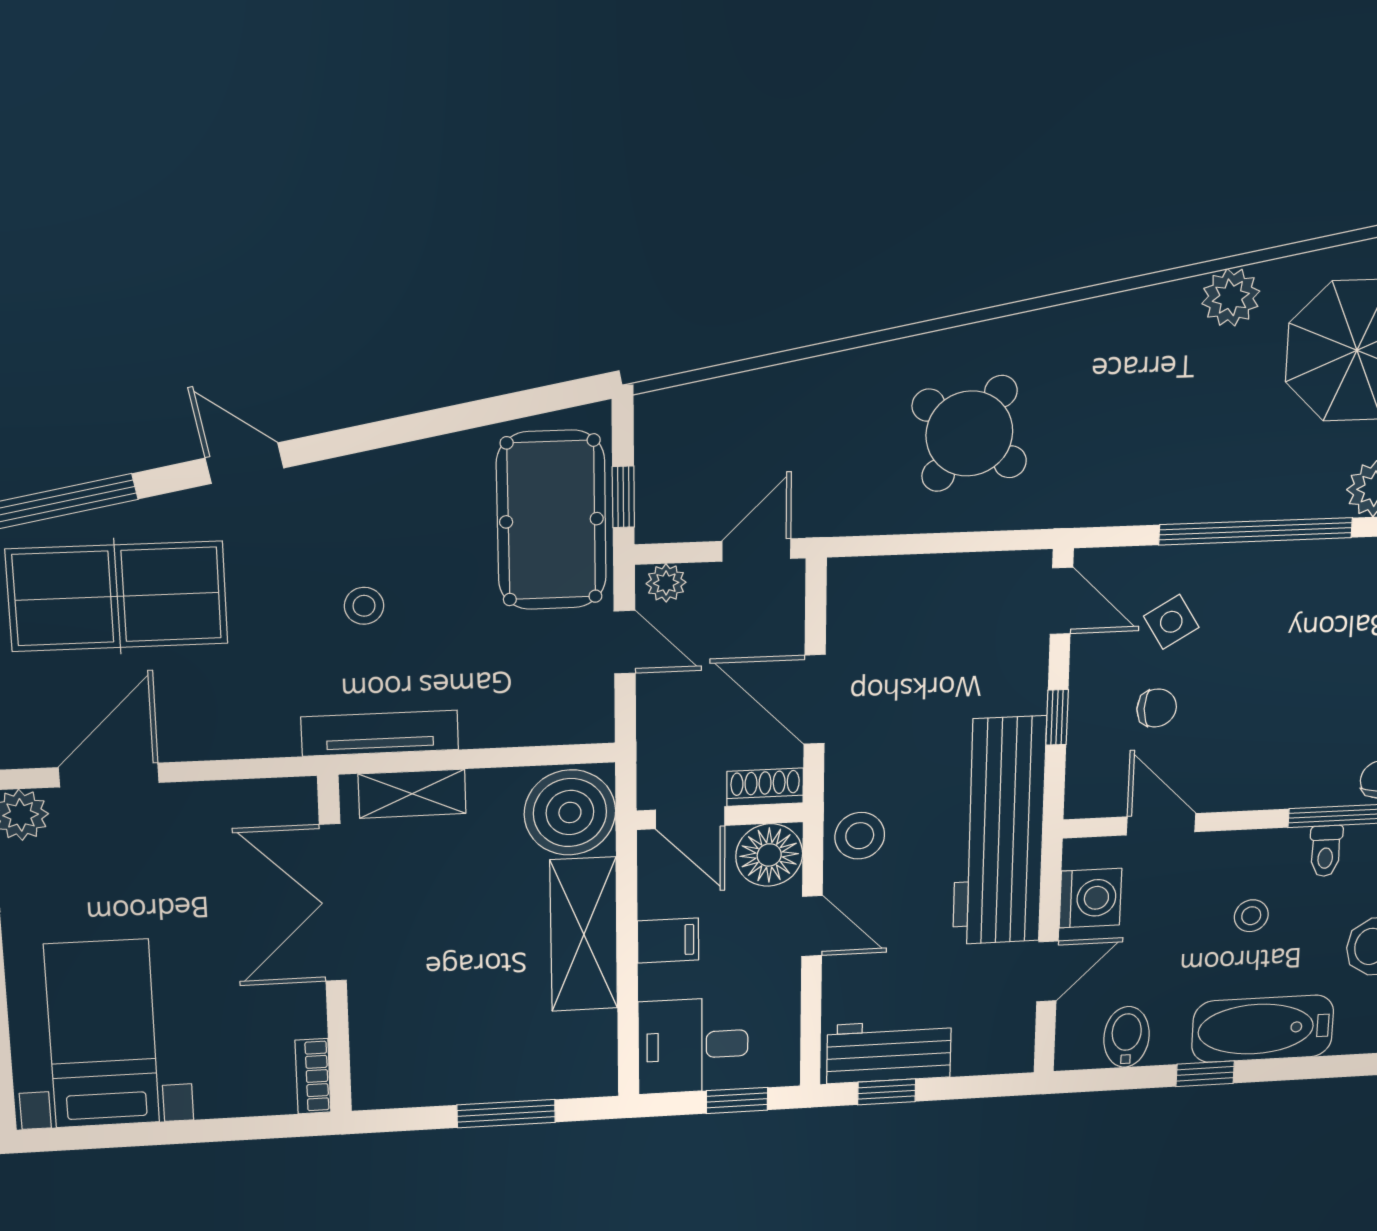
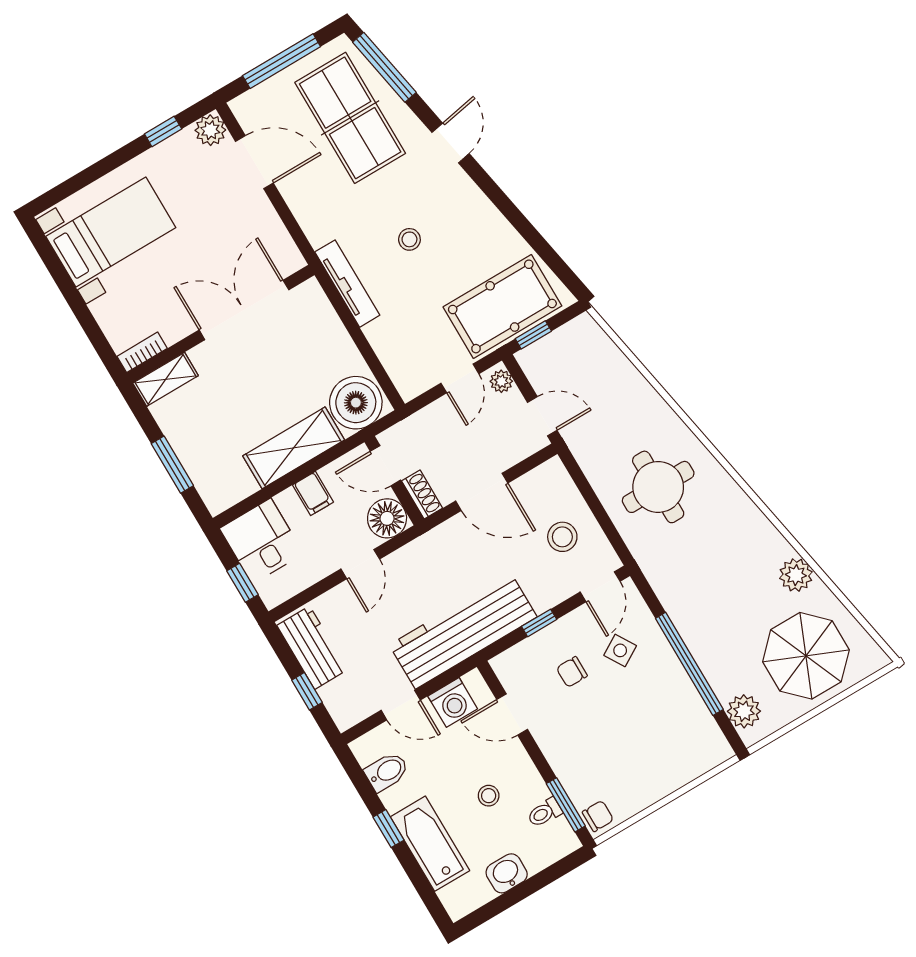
round table: (969, 434) -> (658, 487), turned -36
door: (815, 699) -> (482, 492), swing flipped
chair: (1157, 708) -> (572, 672), turned 90
shelving: (412, 794) -> (166, 379), moved, turned 90
door: (690, 818) -> (385, 466), hinge flipped
door: (1161, 824) -> (512, 714), swing flipped
stool: (860, 836) -> (562, 537), moved
window: (887, 1092) -> (307, 691), moved

